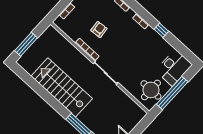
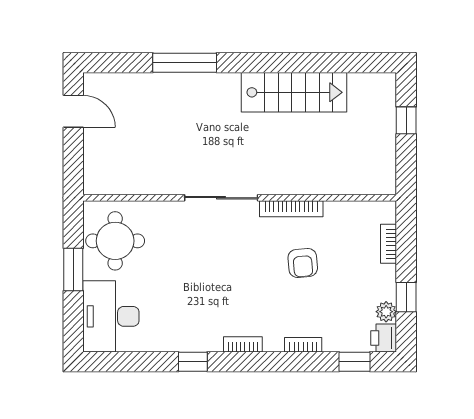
window: (26, 44) -> (406, 120), width x0.46
stairs: (62, 87) -> (294, 92), width x0.73, depth x0.66
window: (172, 93) -> (73, 269), width x0.47

